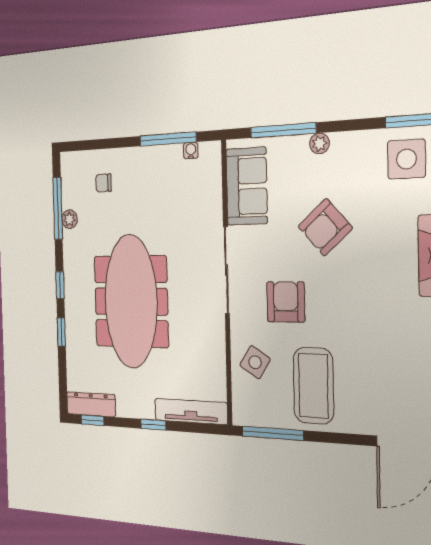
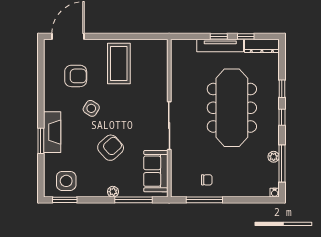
water cooler: (191, 151) -> (275, 193), moved
chair: (104, 183) -> (207, 180), moved
armchair: (286, 302) -> (76, 76), moved, turned -90
side table: (255, 362) -> (91, 108), moved
tv unit: (191, 411) -> (220, 46), moved
window: (93, 420) -> (246, 36), moved
window: (273, 433) -> (143, 36), removed

